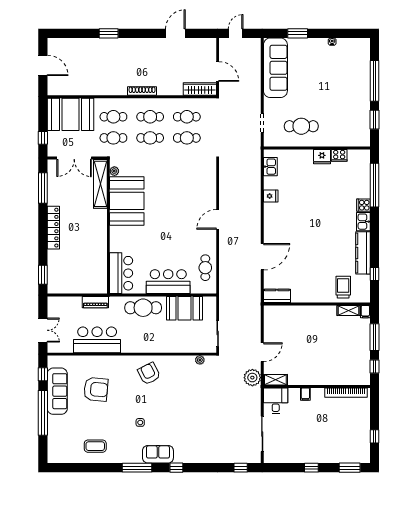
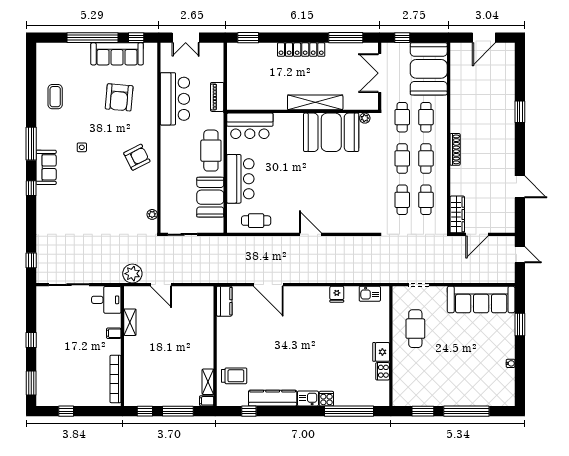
shelving: (100, 184) -> (315, 102), moved
shelving: (275, 380) -> (130, 322), moved

